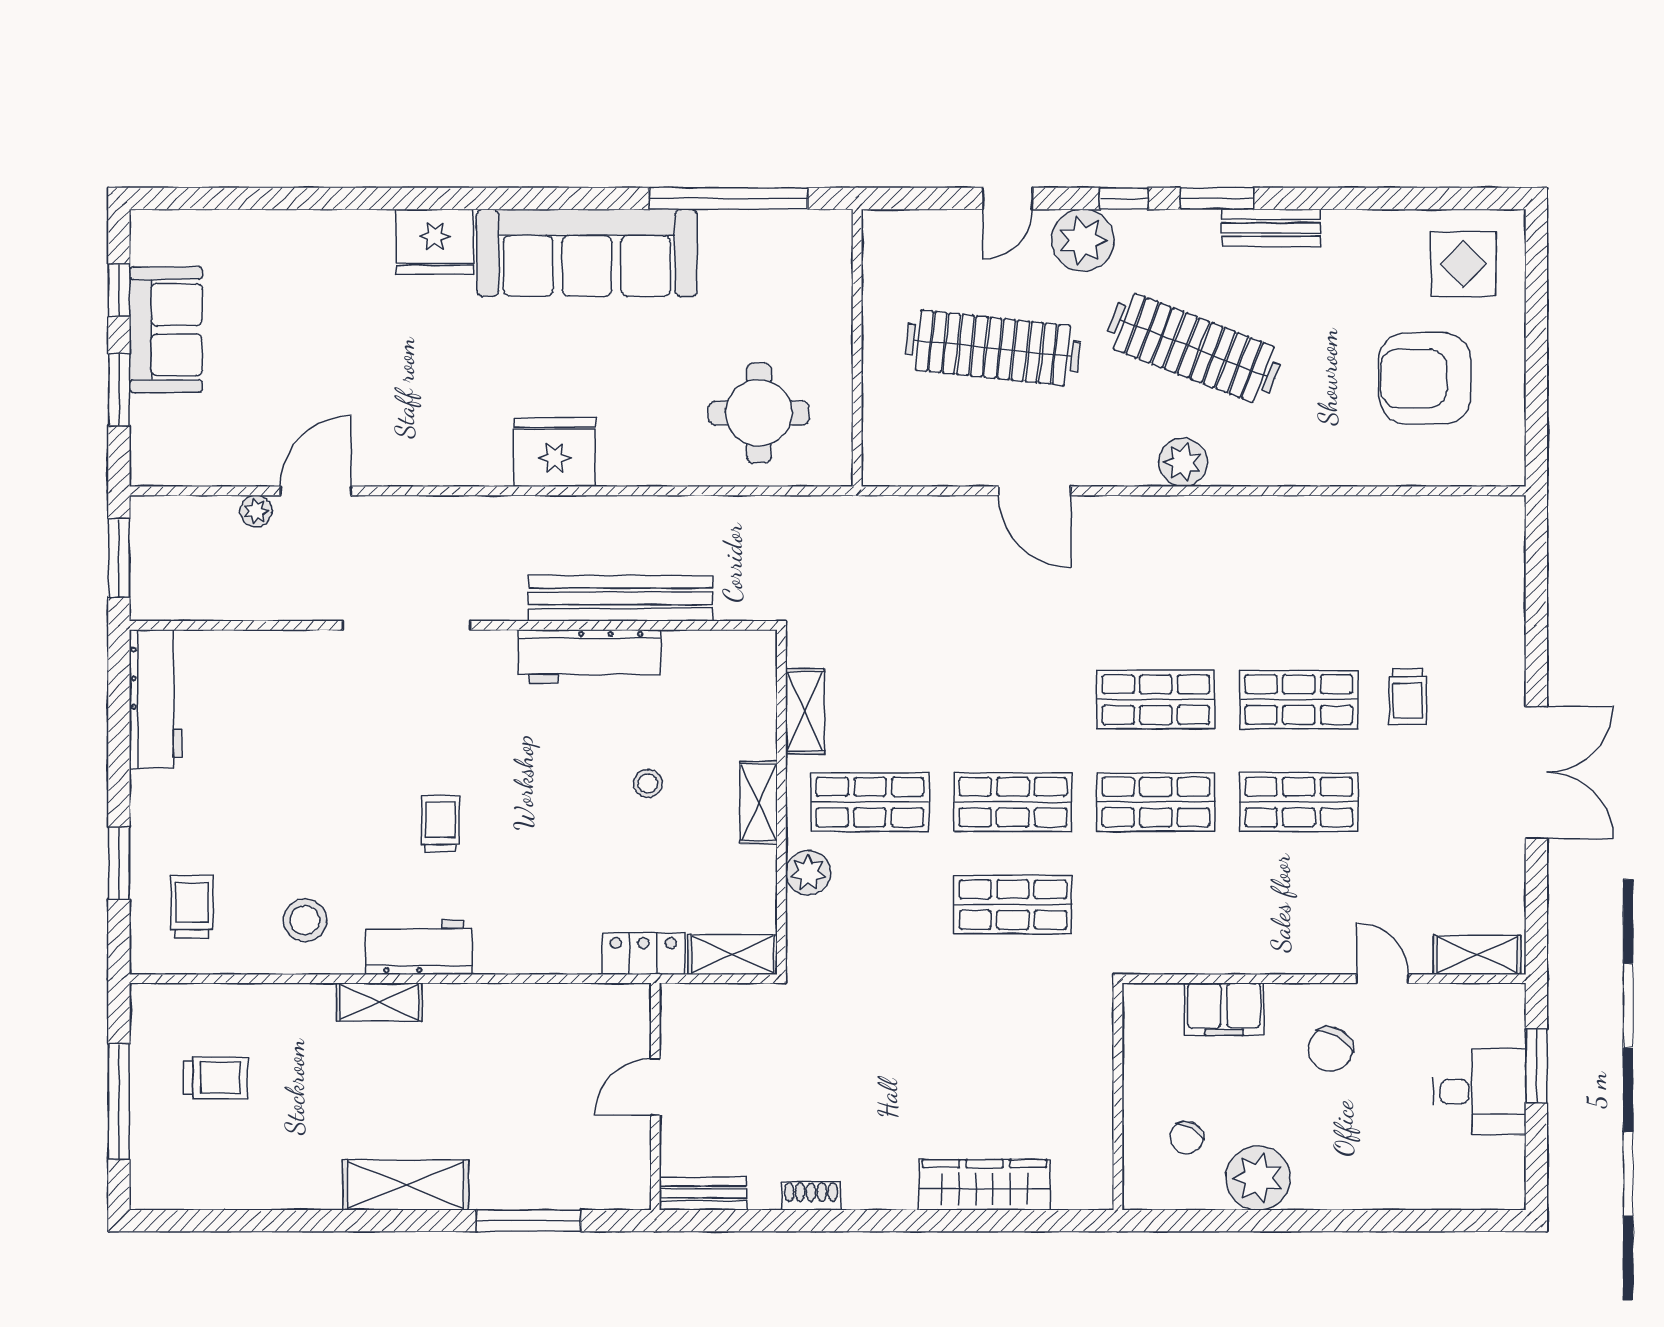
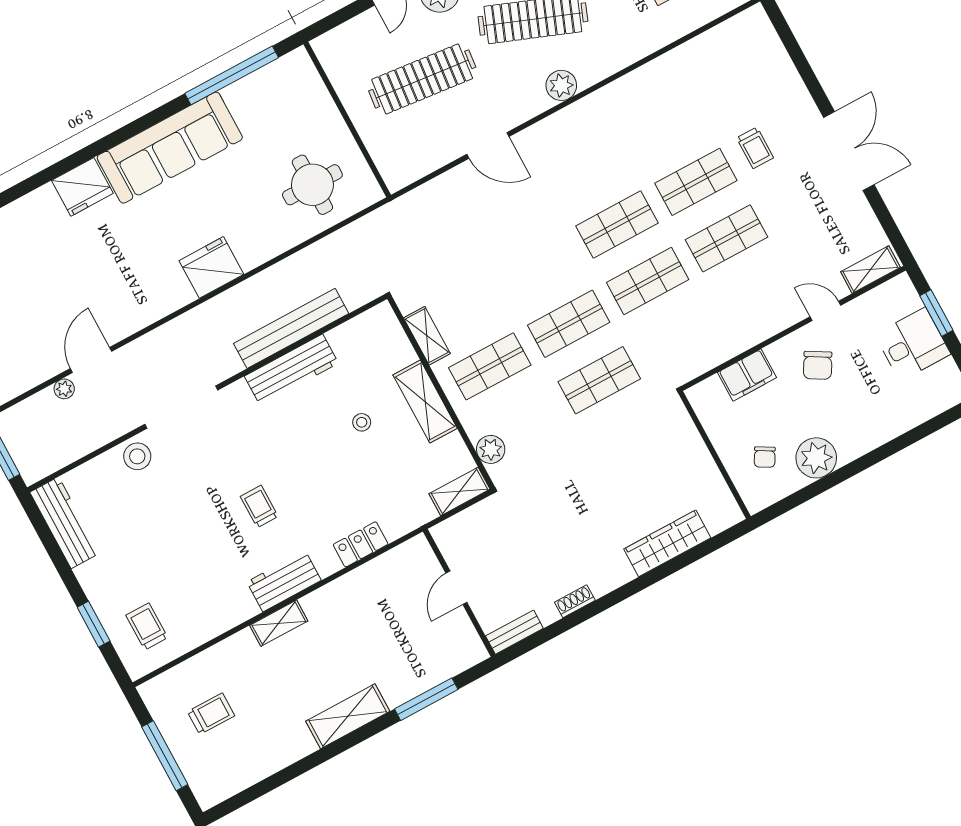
shelving: (759, 802) -> (425, 402), width x1.50, depth x1.33
plant: (808, 873) -> (491, 449), moved
stool: (305, 920) -> (137, 456), moved
locker: (643, 954) -> (361, 544), moved

